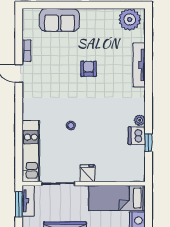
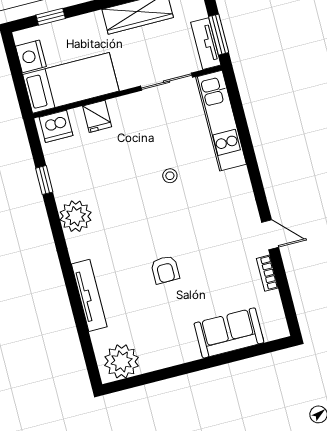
plant: (140, 120) -> (76, 216), width x1.88, depth x1.88
dishwasher: (137, 136) -> (56, 126), moved, turned 90
fridge: (87, 173) -> (97, 116), moved

